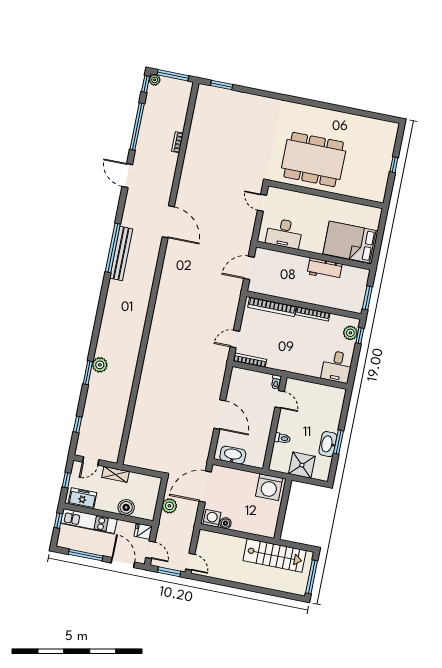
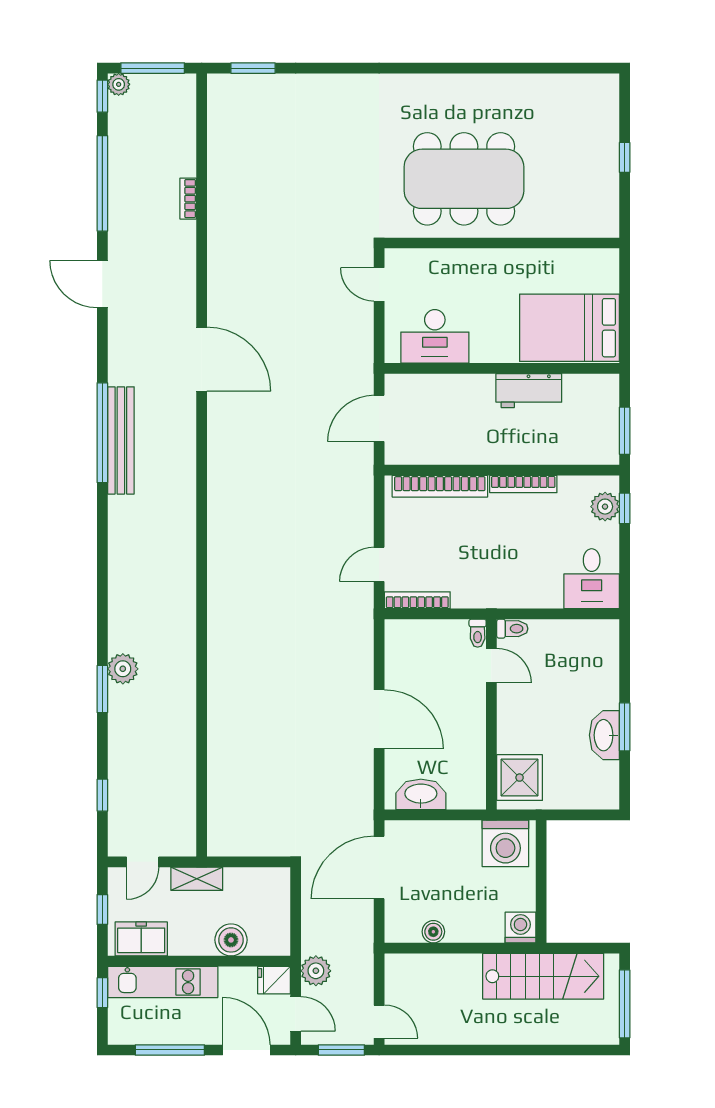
toilet: (282, 438) -> (512, 629), moved
shower: (302, 465) -> (520, 778), moved
plant: (169, 506) -> (316, 971), moved
washing machine: (212, 518) -> (520, 928), moved

